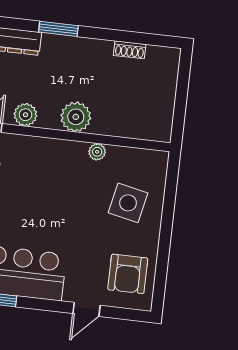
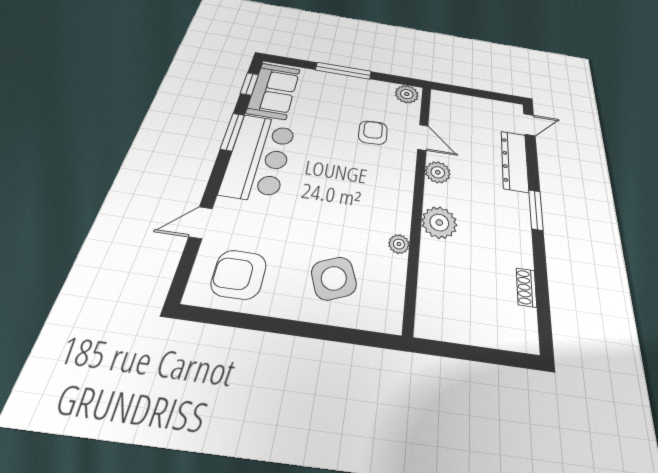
side table: (128, 203) -> (334, 278), turned -34
door: (86, 309) -> (201, 223), hinge flipped

